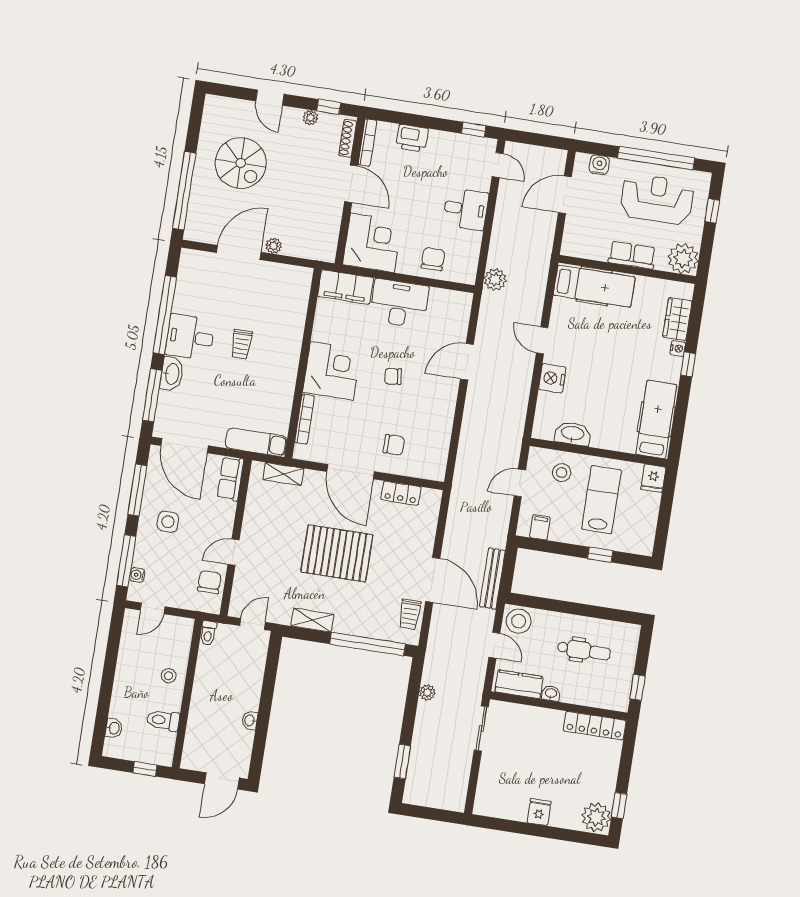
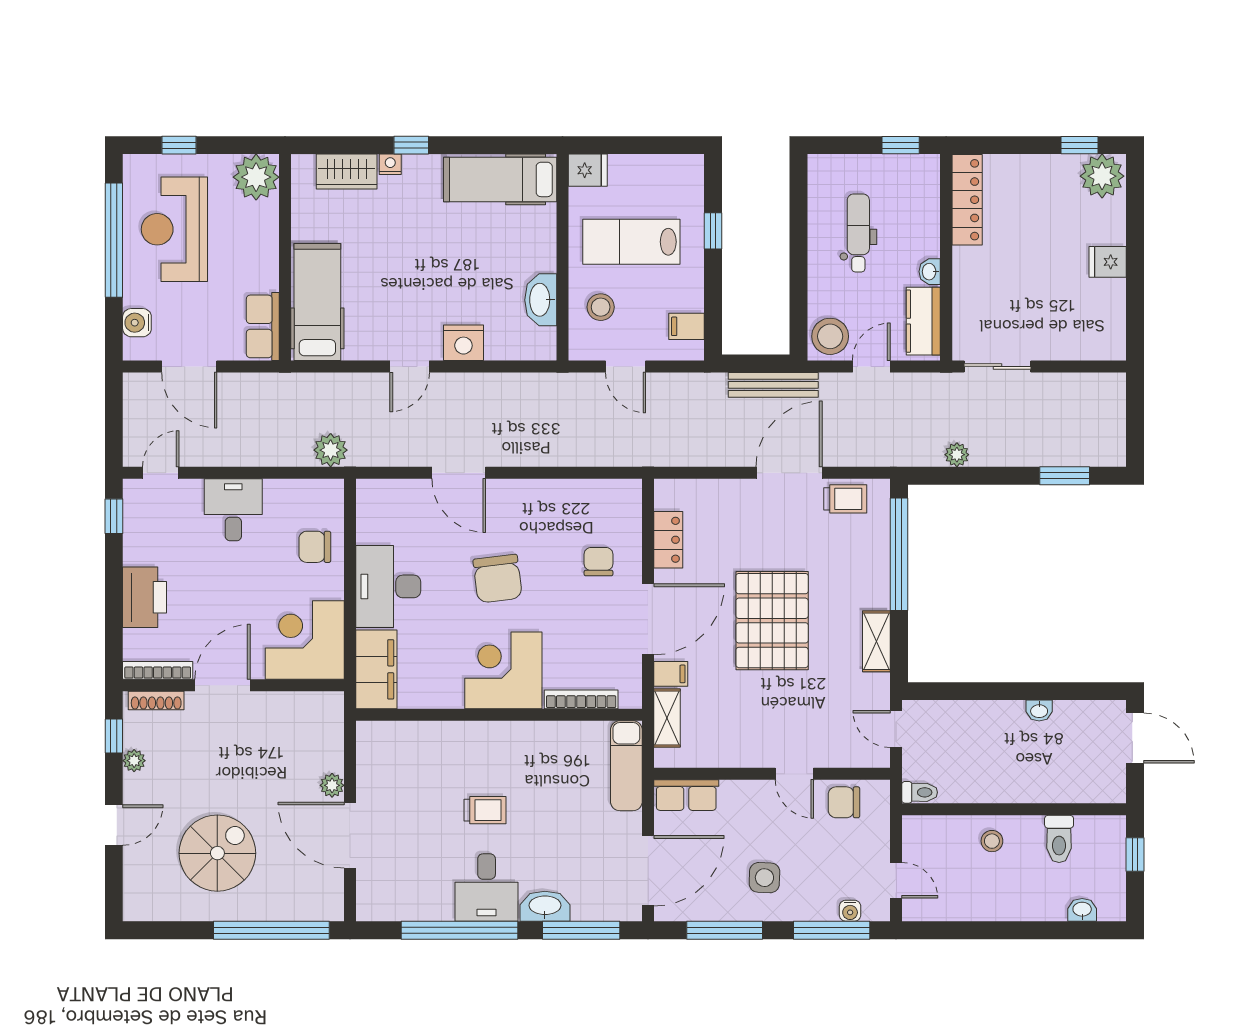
printer: (412, 138) -> (145, 597), width x1.37, depth x1.19
row of seats: (632, 255) -> (263, 326), moved
chair: (393, 376) -> (498, 579), width x1.87, depth x1.87
filing cabinet: (312, 481) -> (671, 674), added

